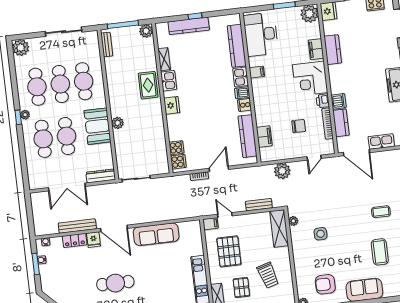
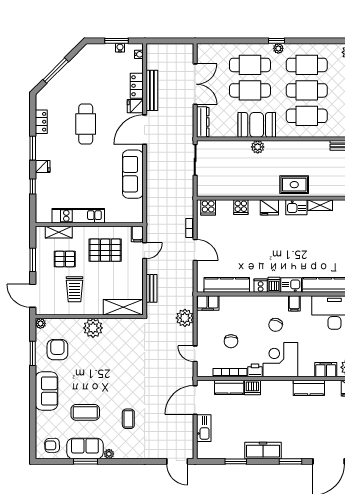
filing cabinet: (316, 49) -> (326, 370), moved
chair: (279, 87) -> (276, 325), added
filing cabinet: (264, 137) -> (208, 303), moved
cooker: (176, 148) -> (241, 207), moved
double door: (67, 187) -> (195, 84), swing flipped
plant: (293, 221) -> (93, 328), moved, width x1.87, depth x1.87
side table: (321, 234) -> (112, 351), removed
trolley: (268, 275) -> (74, 289), turned -73

